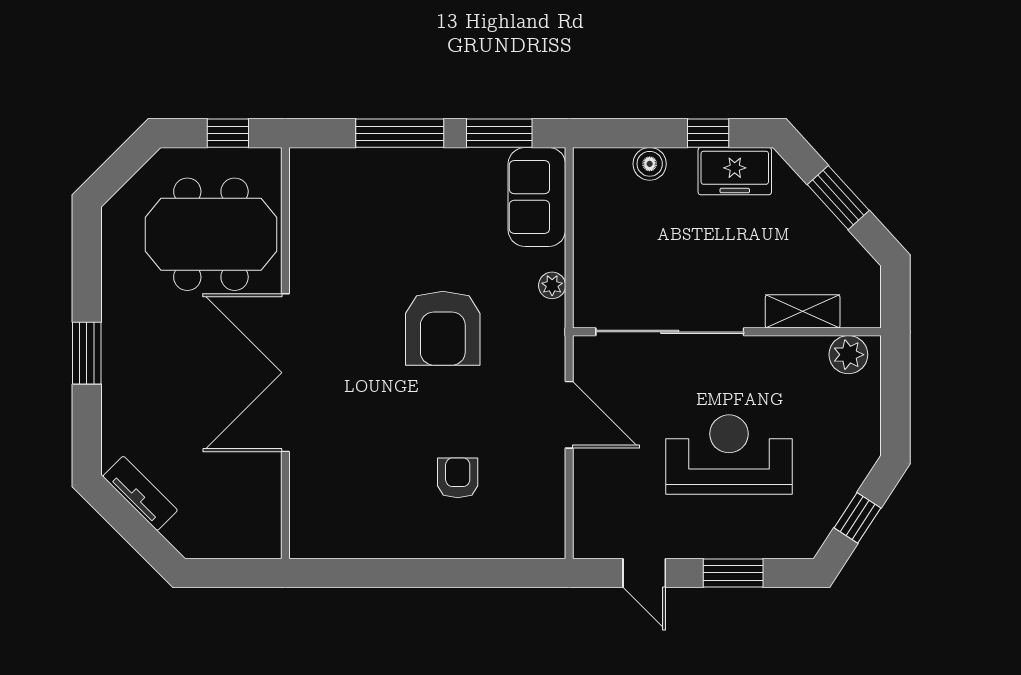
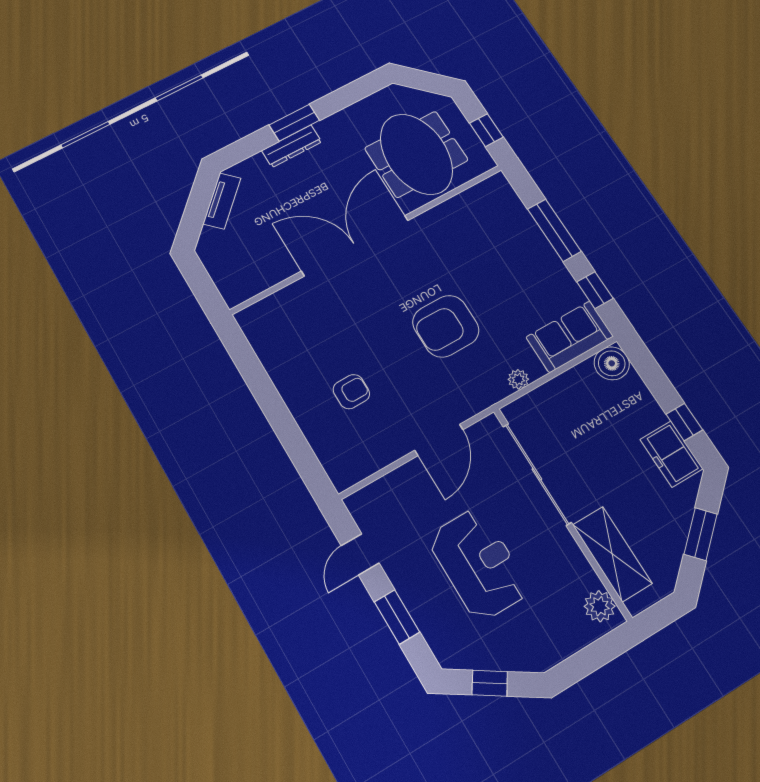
window: (499, 133) -> (595, 290), width x0.67
boiler: (650, 164) -> (612, 363), moved, width x1.36, depth x1.36
shelving: (803, 311) -> (612, 554), width x1.50, depth x1.33
dresser: (116, 374) -> (292, 146), added

